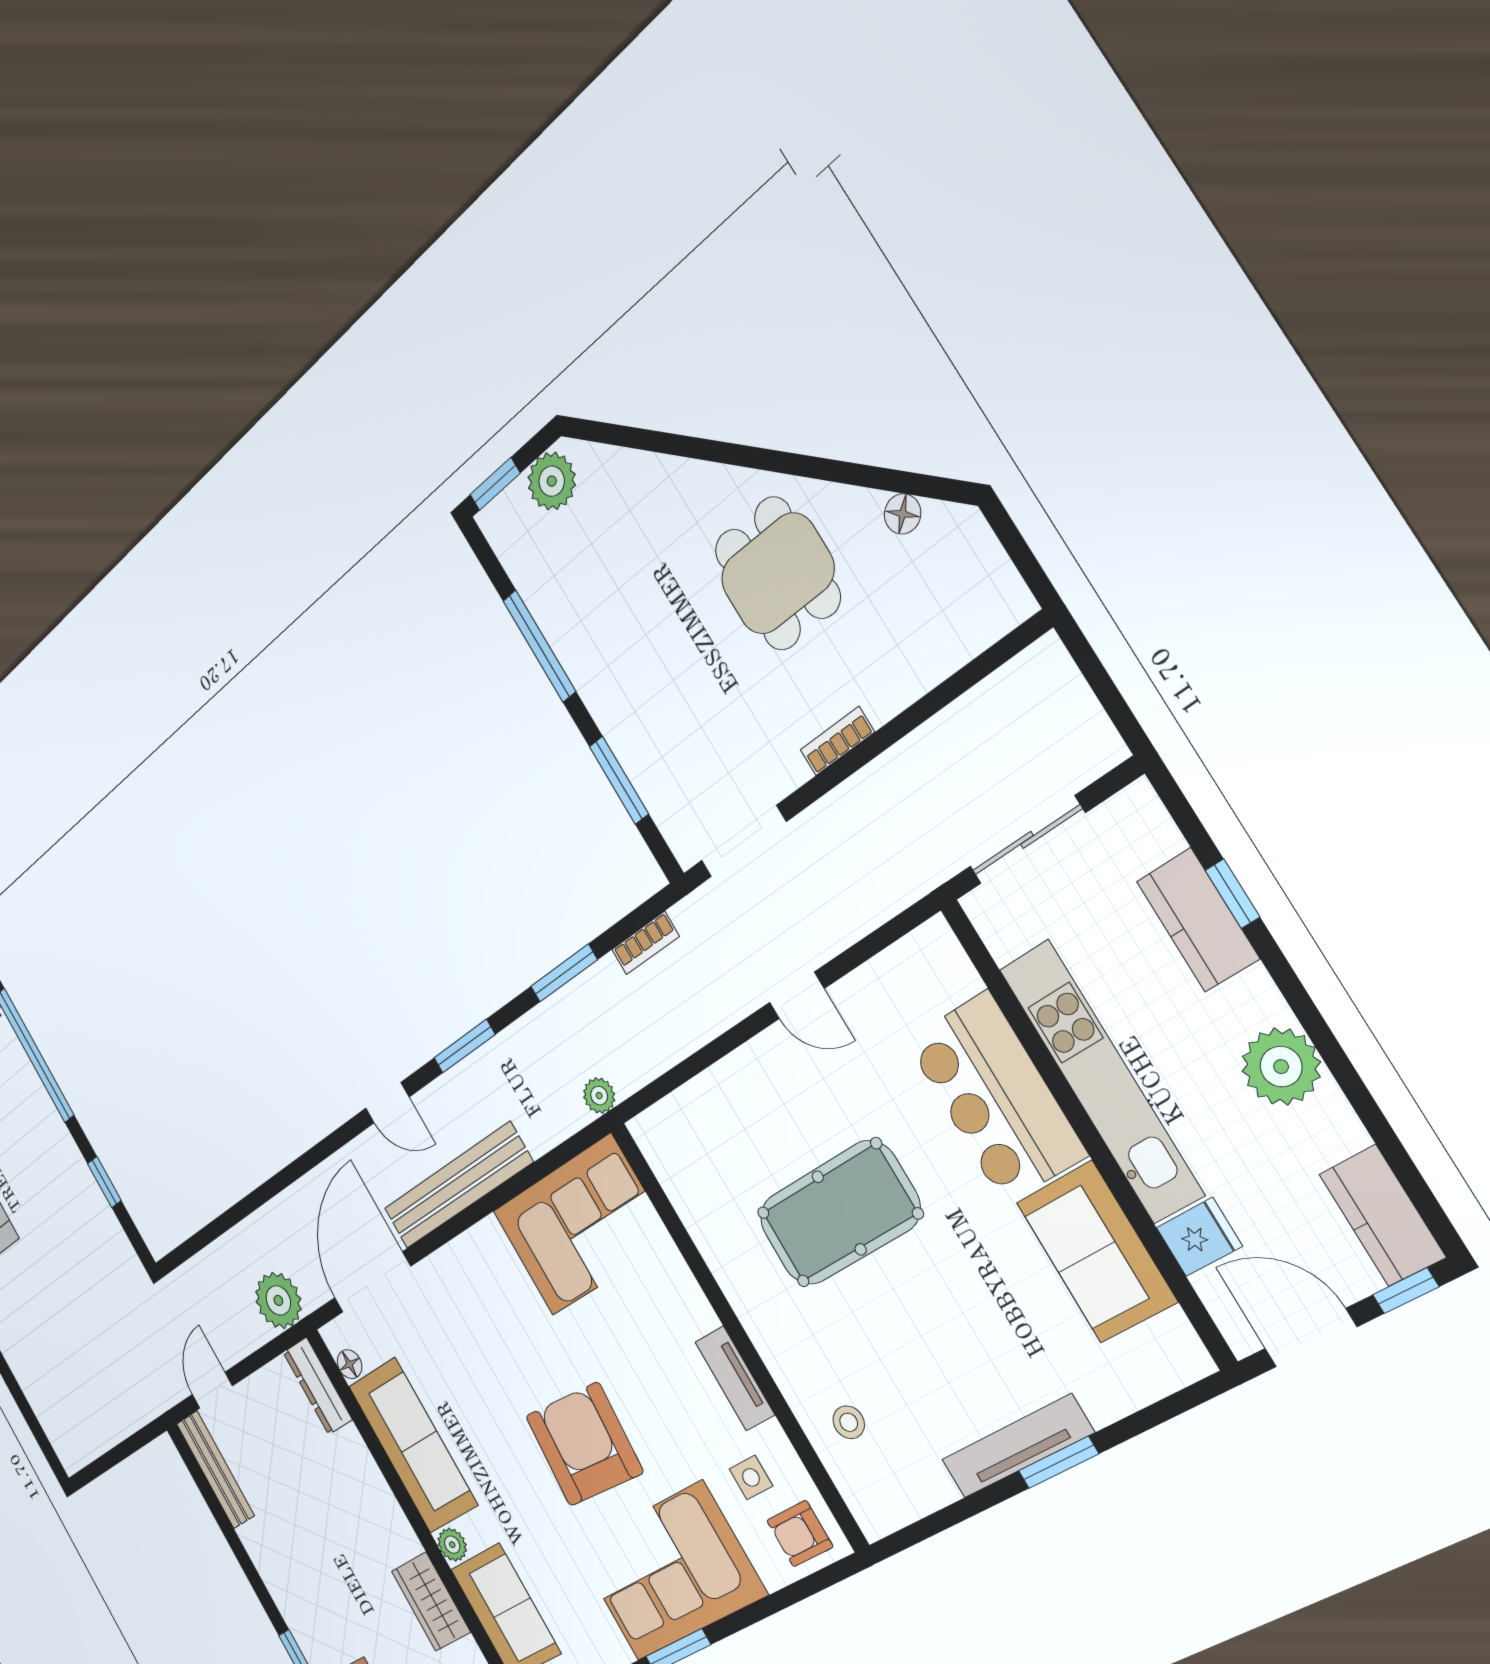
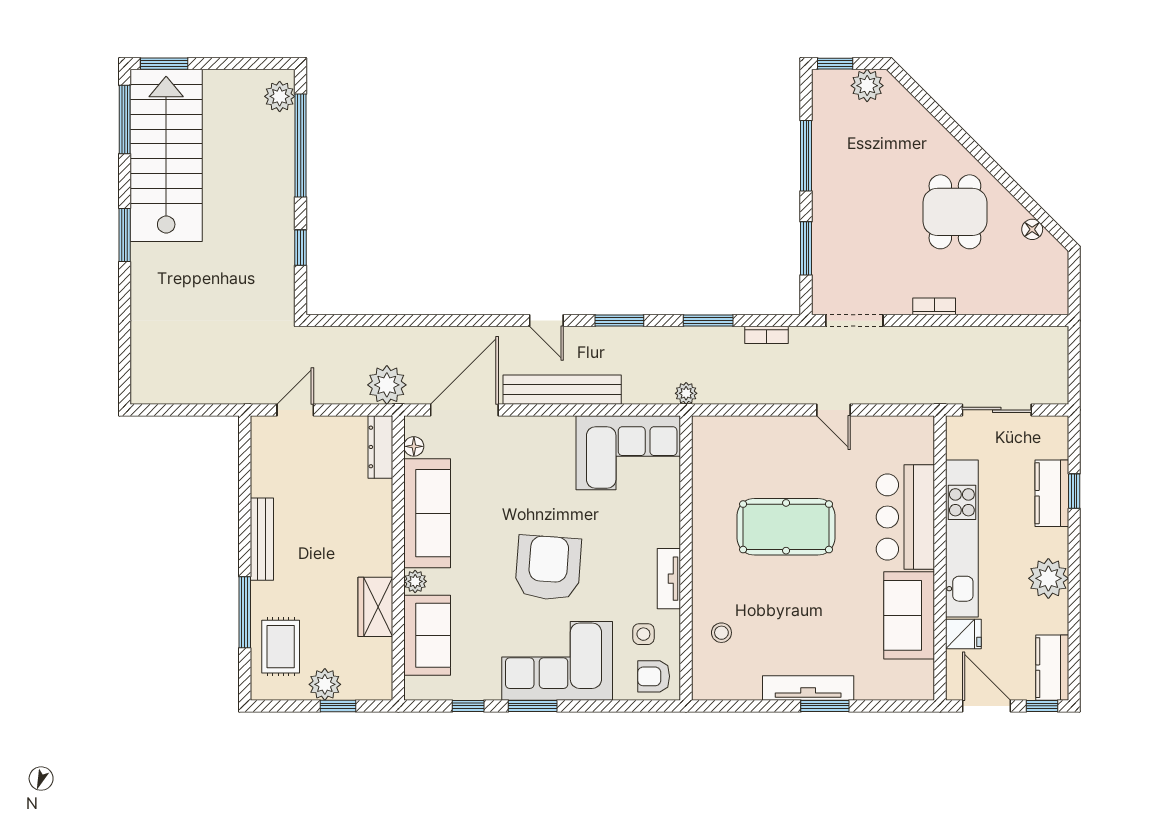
bench: (215, 1470) -> (262, 539), moved

